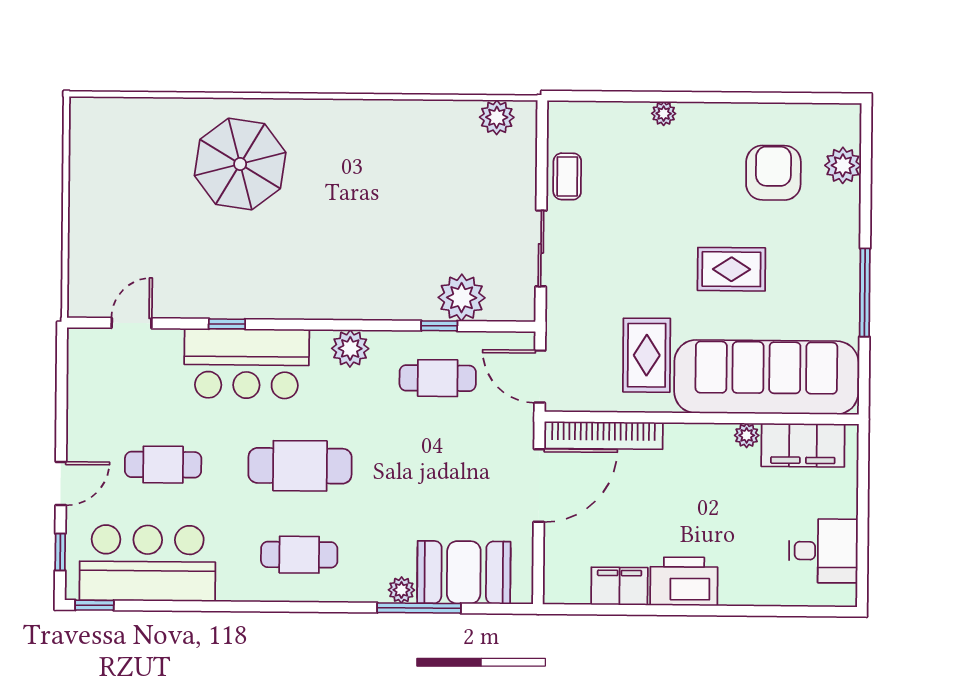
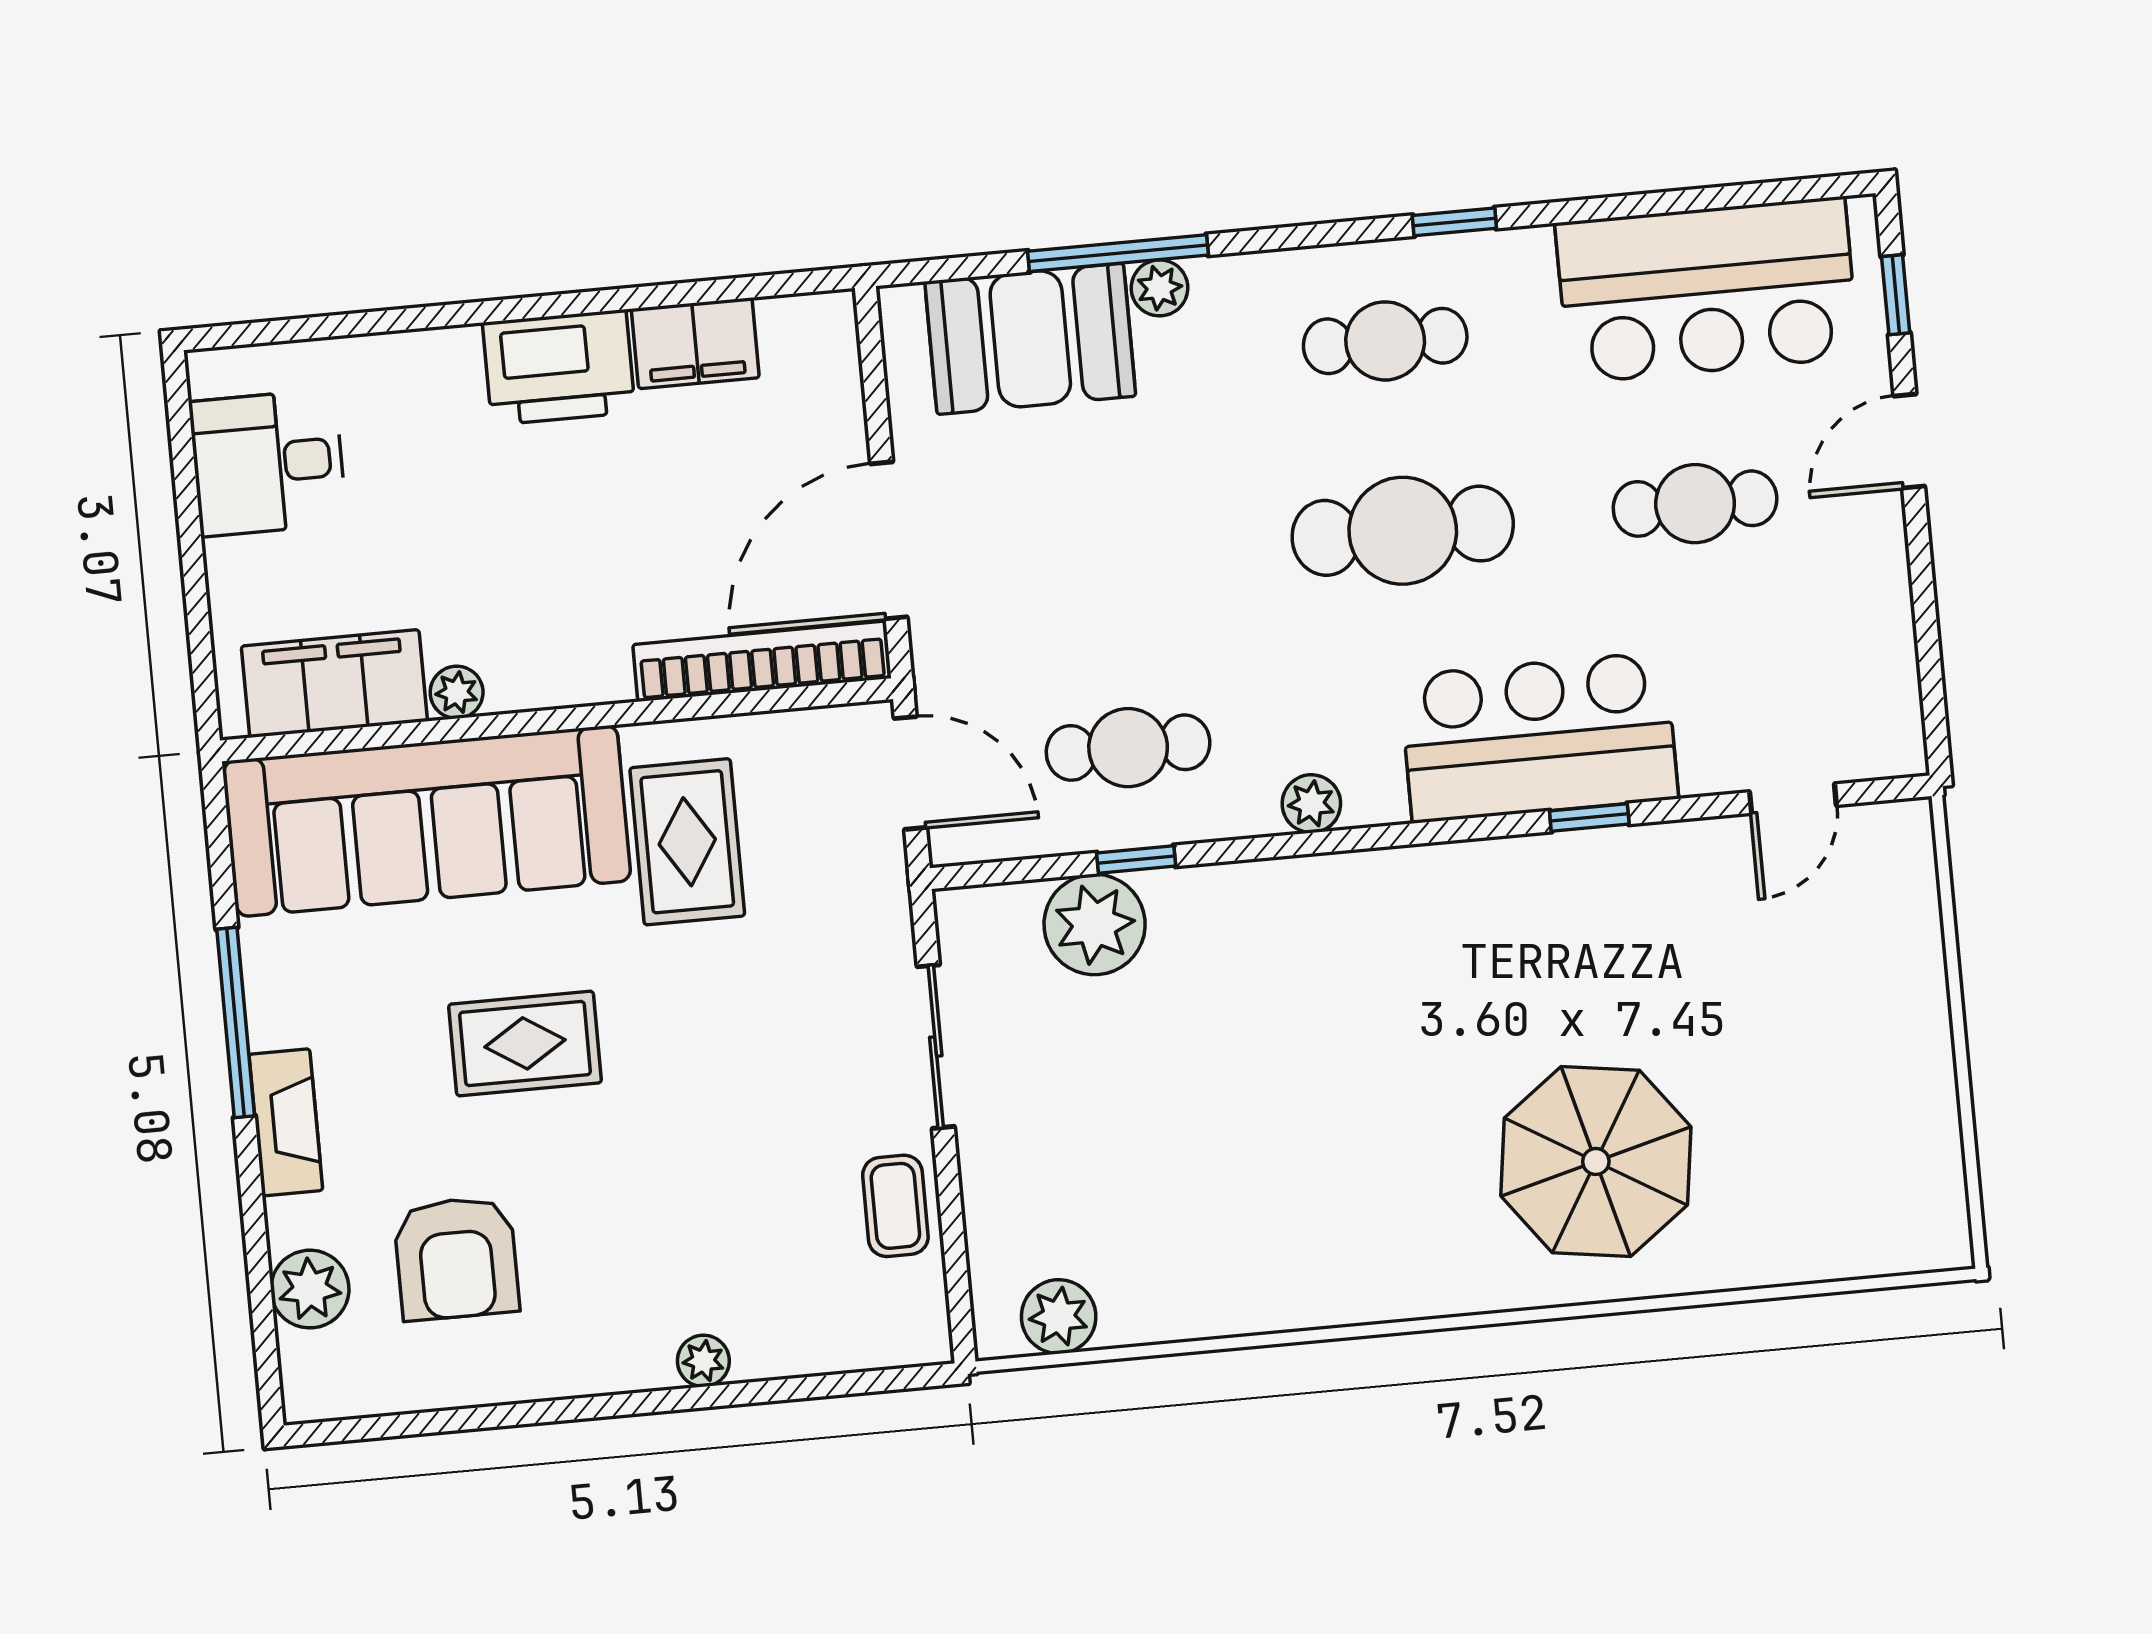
fireplace: (846, 244) -> (286, 1122), added
plant: (350, 348) -> (1311, 804), width x0.73, depth x0.73
window: (94, 605) -> (1454, 222), moved

